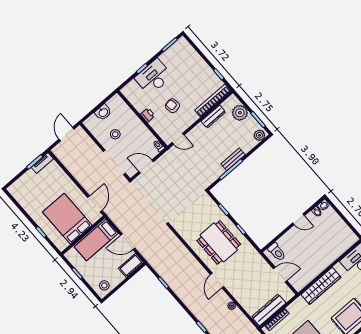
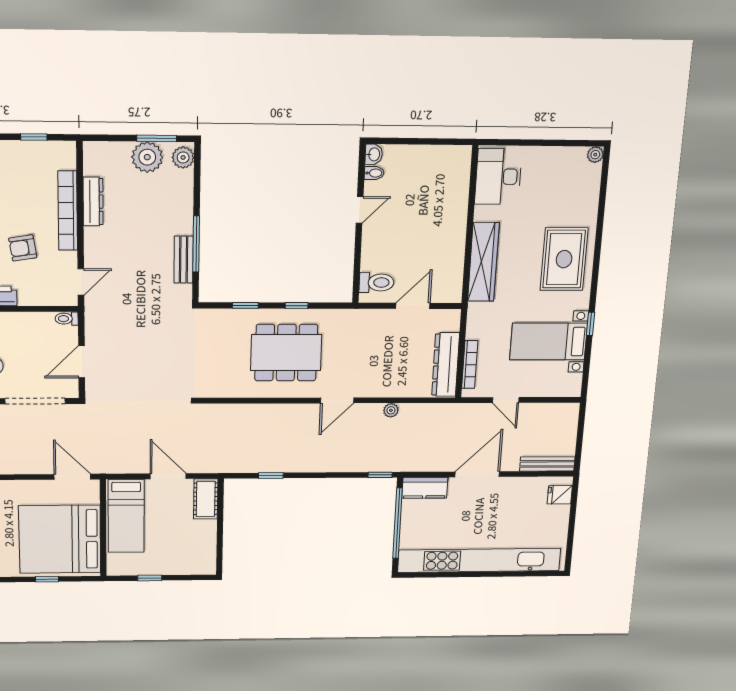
bookcase: (213, 100) -> (68, 211), moved
plant: (240, 113) -> (147, 157), moved
bench: (233, 159) -> (184, 260), moved
bed: (67, 219) -> (60, 539), width x1.36
door: (128, 242) -> (168, 476), swing flipped
door: (217, 280) -> (337, 400), hinge flipped
stool: (104, 285) -> (200, 556), removed

